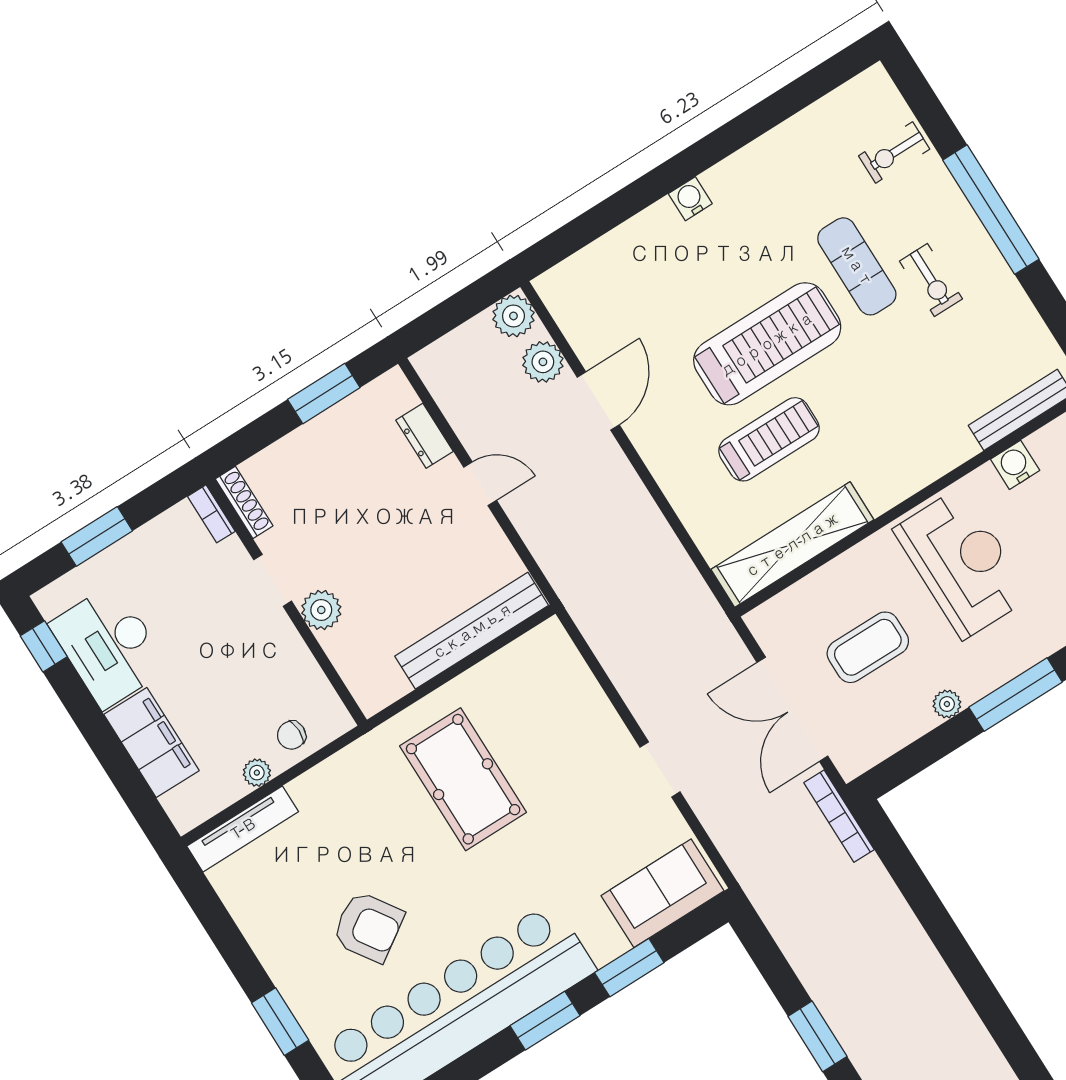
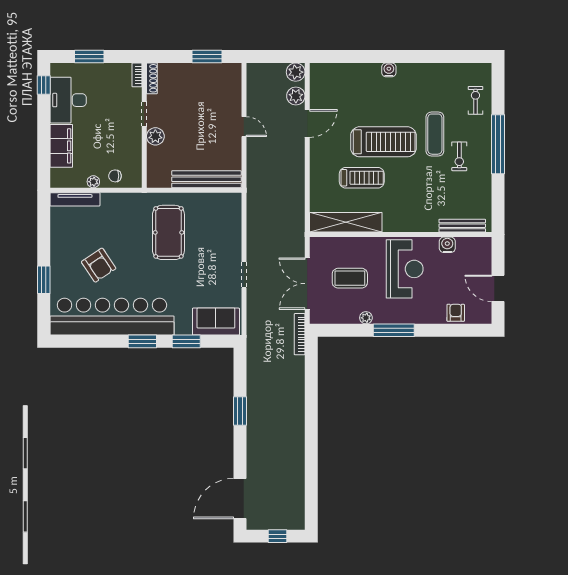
exercise bike: (894, 152) -> (475, 100), turned 90
dresser: (424, 436) -> (235, 96), removed

